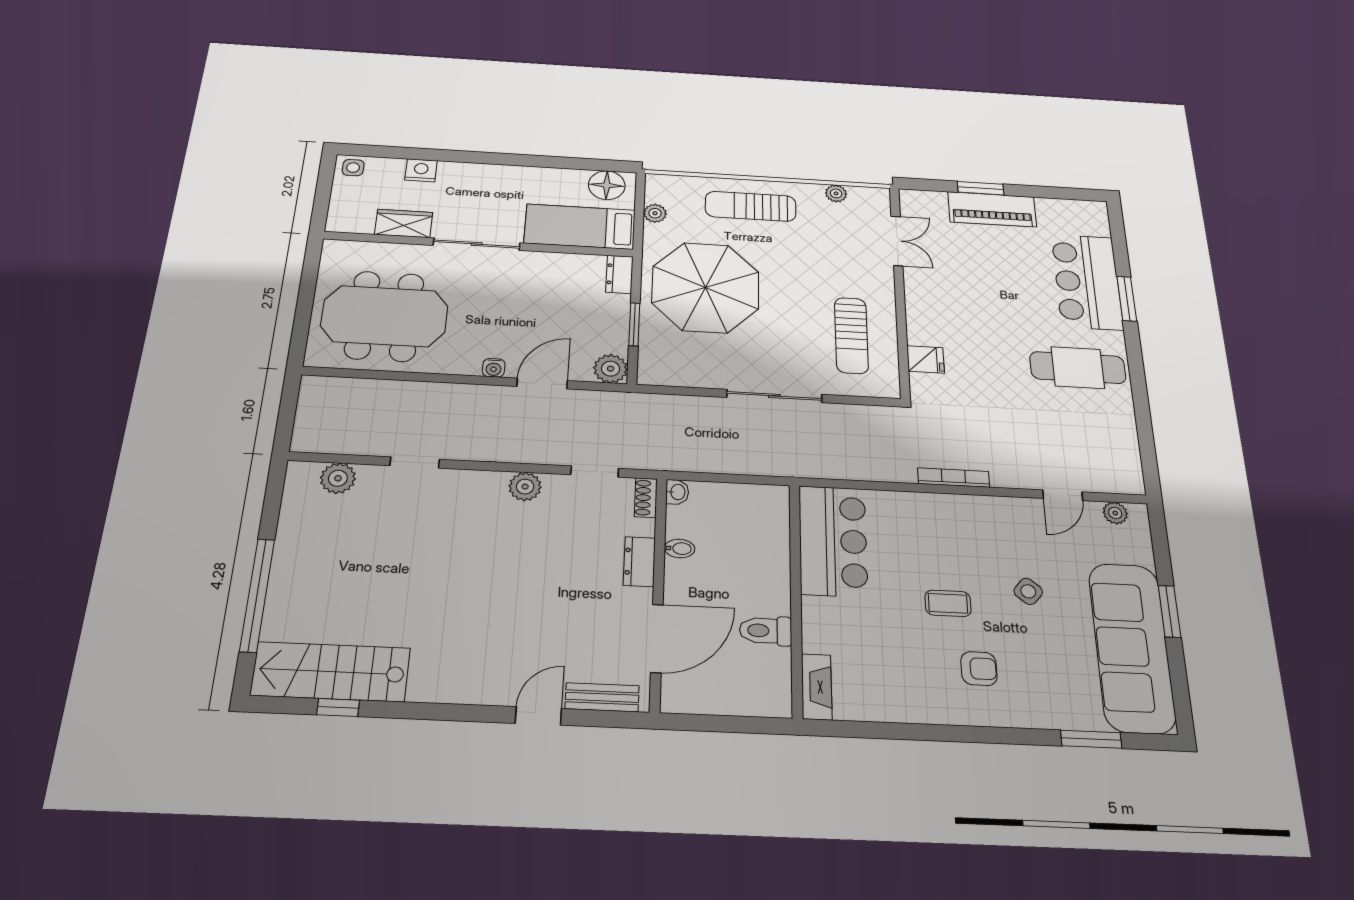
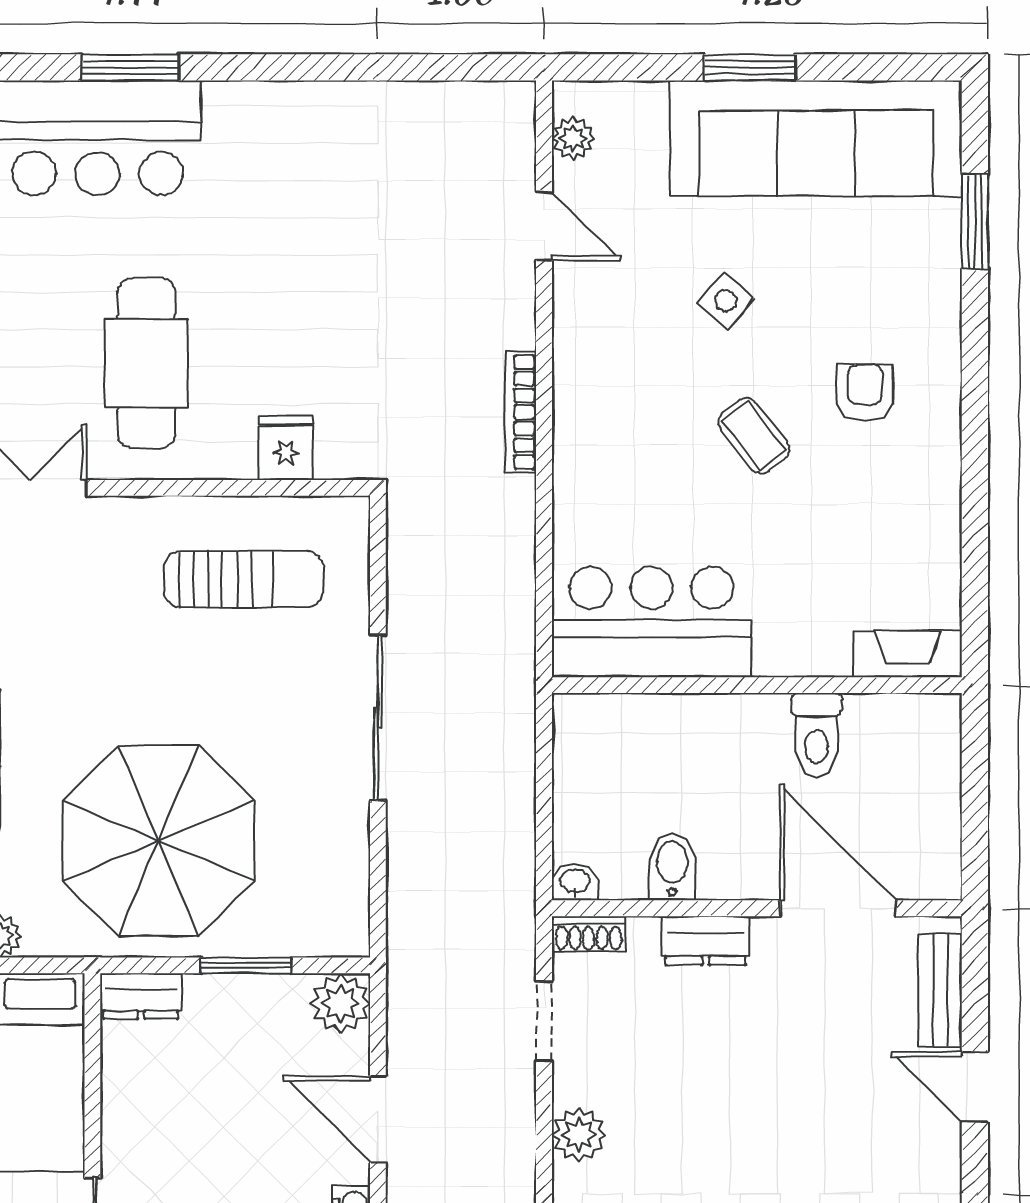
cafe table: (1078, 368) -> (146, 363), moved
bidet: (680, 549) -> (672, 867), width x1.38, depth x1.36
coffee table: (948, 603) -> (754, 436), turned -38

